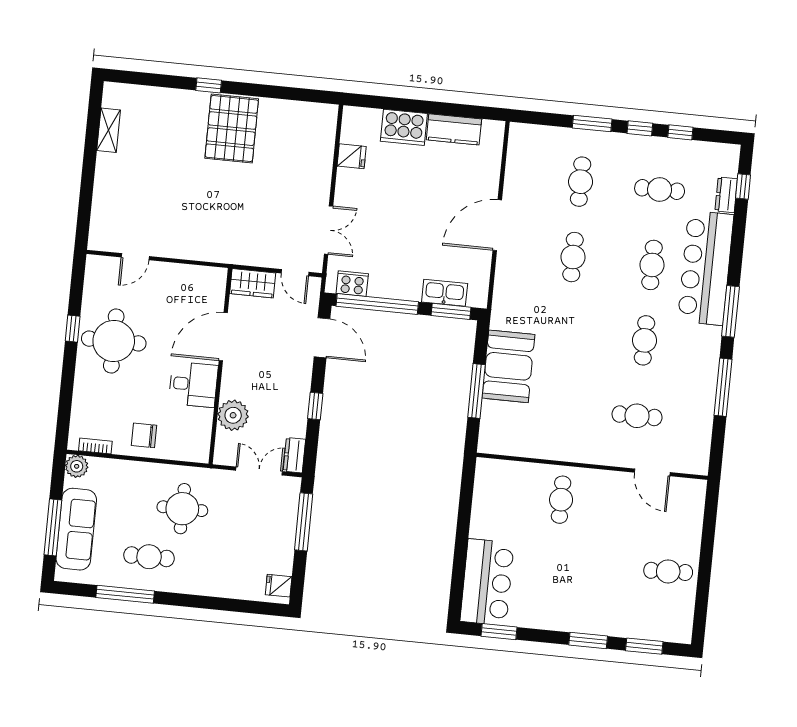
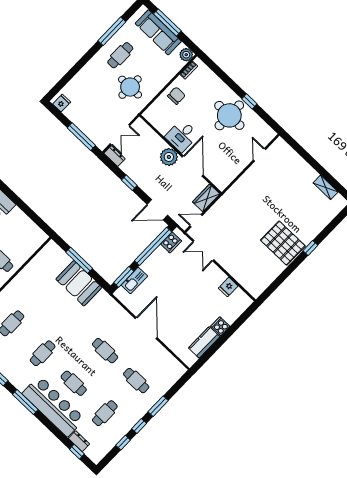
cooker: (404, 127) -> (220, 326), width x0.53, depth x0.76
cafe table: (645, 340) -> (43, 353), turned 90
plant: (233, 415) -> (169, 157), moved

